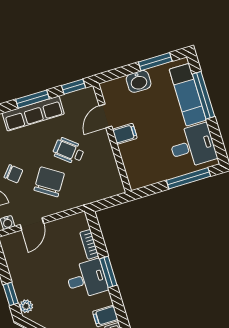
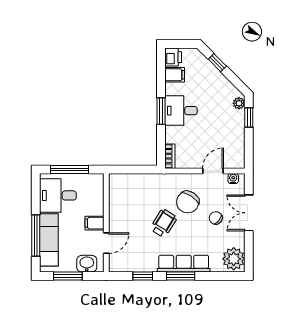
door: (105, 116) -> (106, 243), moved
filing cabinet: (125, 134) -> (94, 223), moved
wall: (112, 138) -> (106, 223), moved
wheelchair: (68, 151) -> (164, 223), turned -97
bookcase: (89, 244) -> (170, 156), moved

